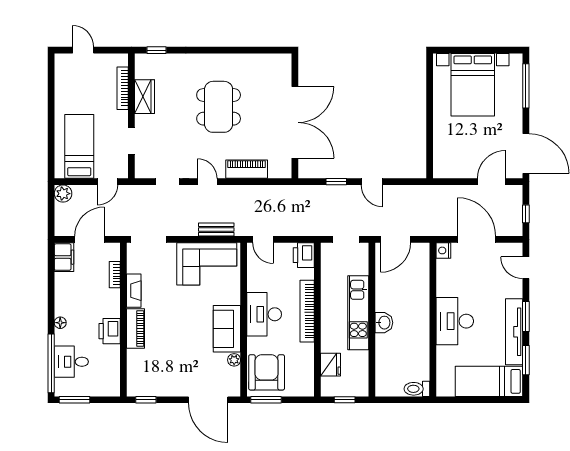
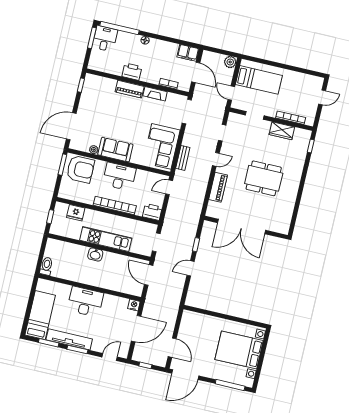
desk: (71, 362) -> (105, 39), moved

